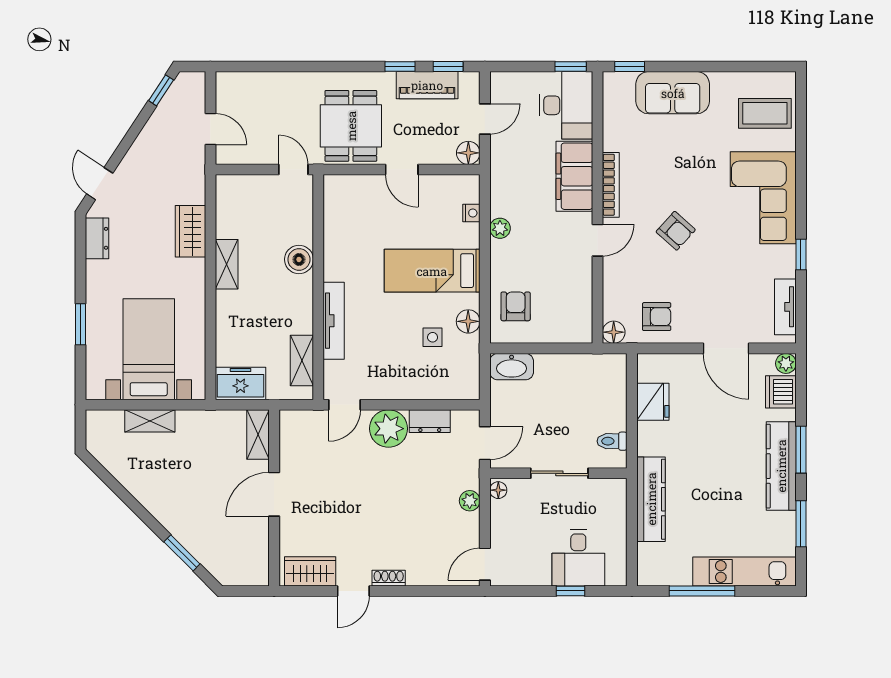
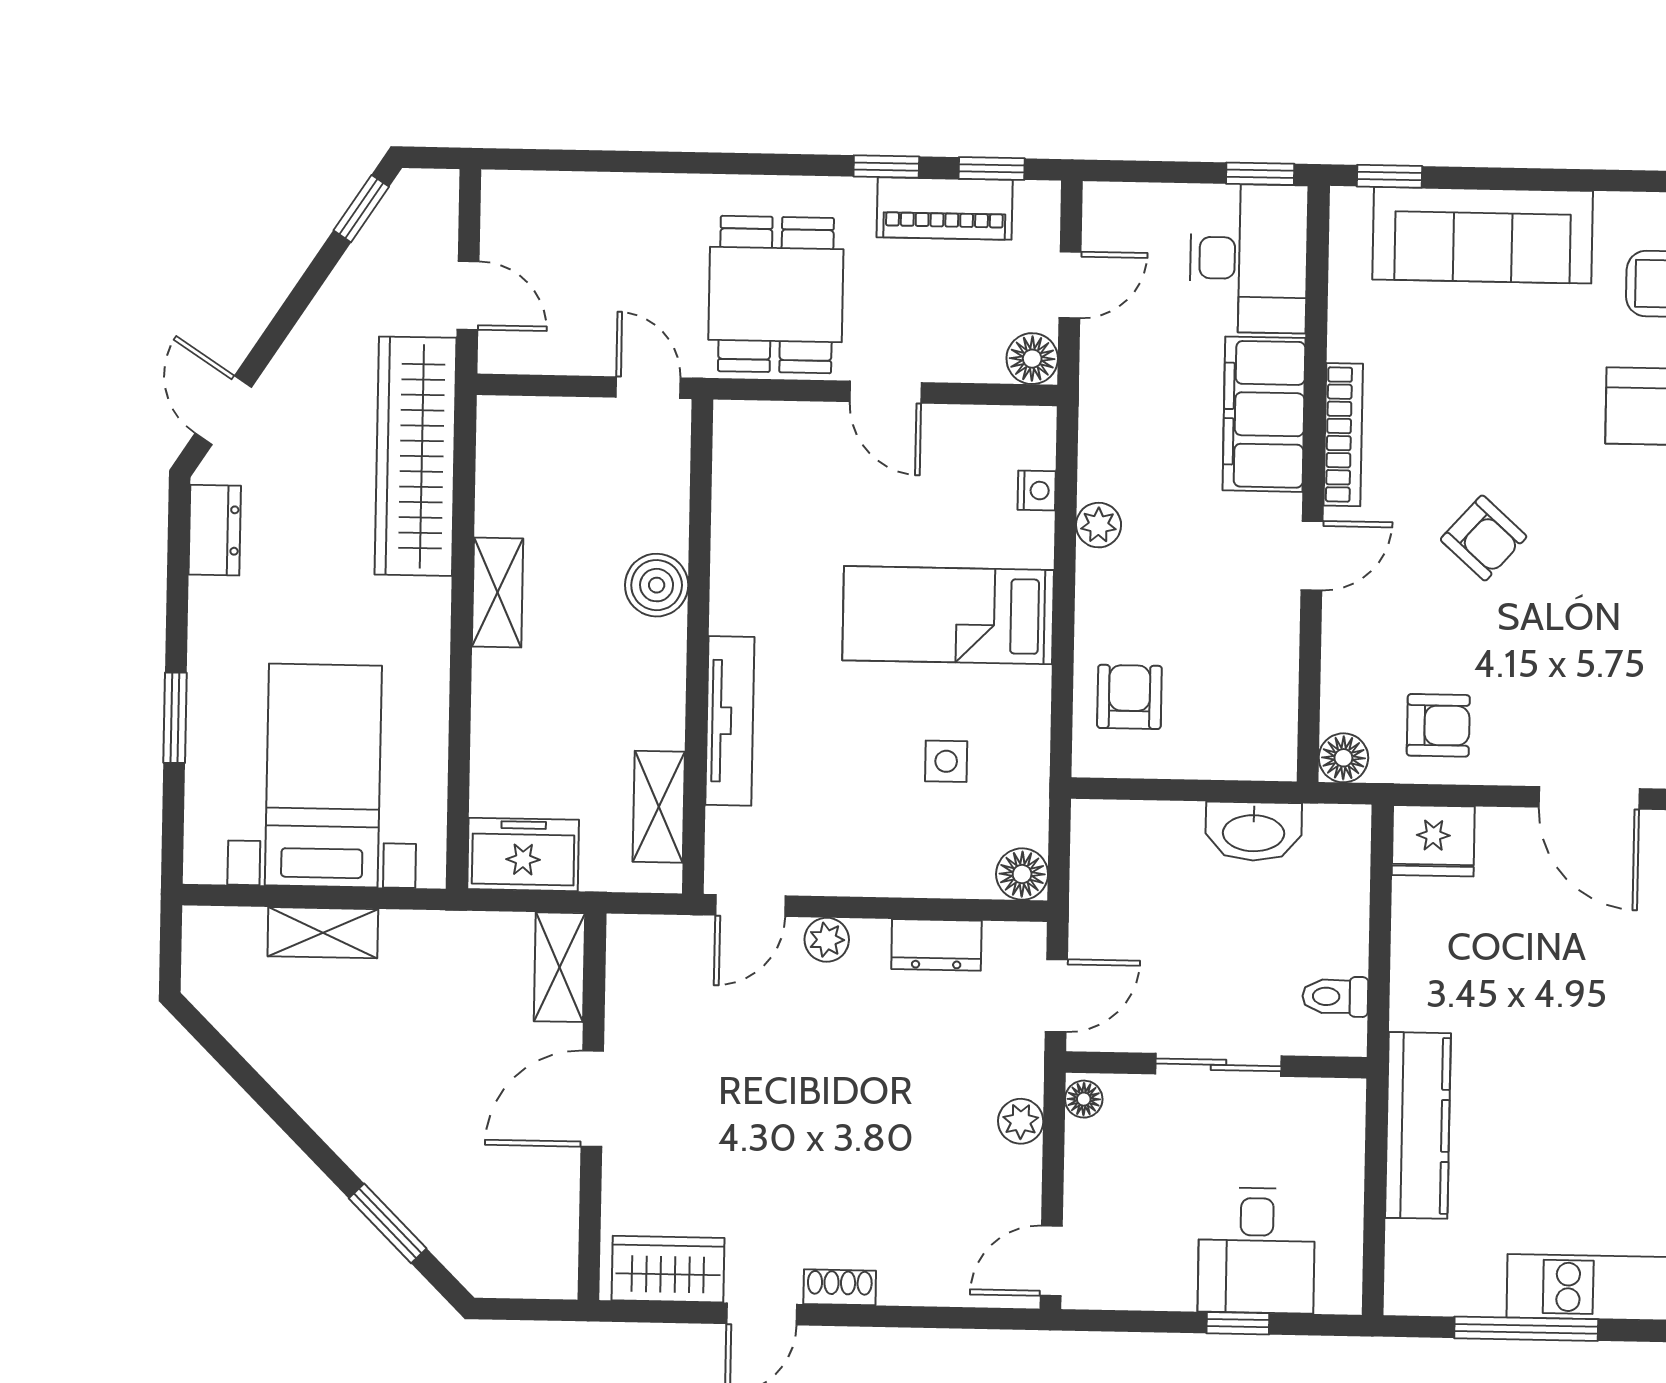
sofa: (673, 93) -> (1483, 235), width x1.36
wardrobe: (191, 231) -> (415, 456), width x2.10, depth x1.17
floor lamp: (468, 321) -> (1022, 874), moved
washbasin: (512, 367) -> (1254, 831), moved
fridge: (653, 402) -> (1433, 841), moved, turned 90
plant: (388, 429) -> (827, 940), width x0.53, depth x0.53

